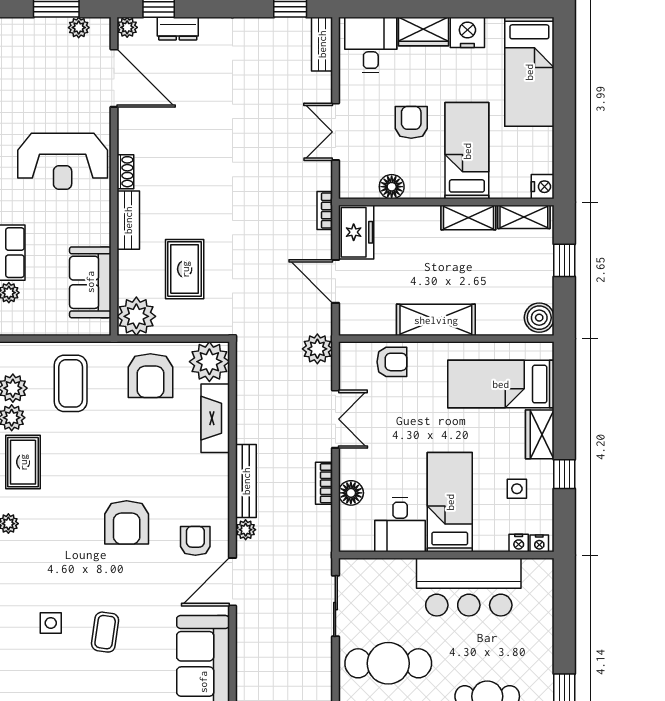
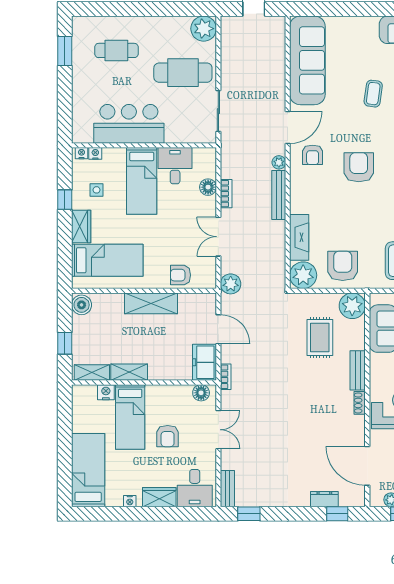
plant: (127, 27) -> (358, 500), removed
nightstand: (467, 32) -> (130, 501), width x0.53, depth x0.56
floor lamp: (392, 187) -> (201, 393), moved
nightstand: (543, 187) -> (106, 392), moved, turned 90

